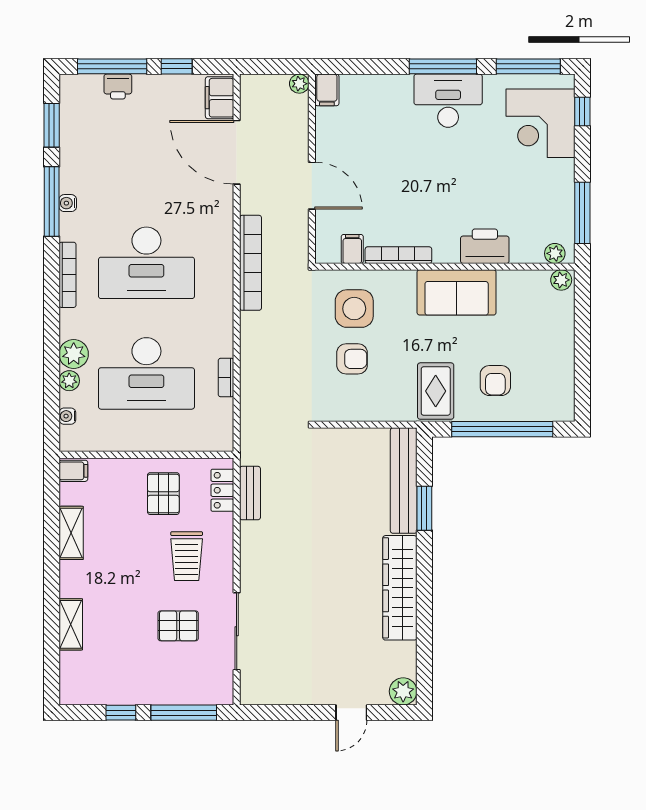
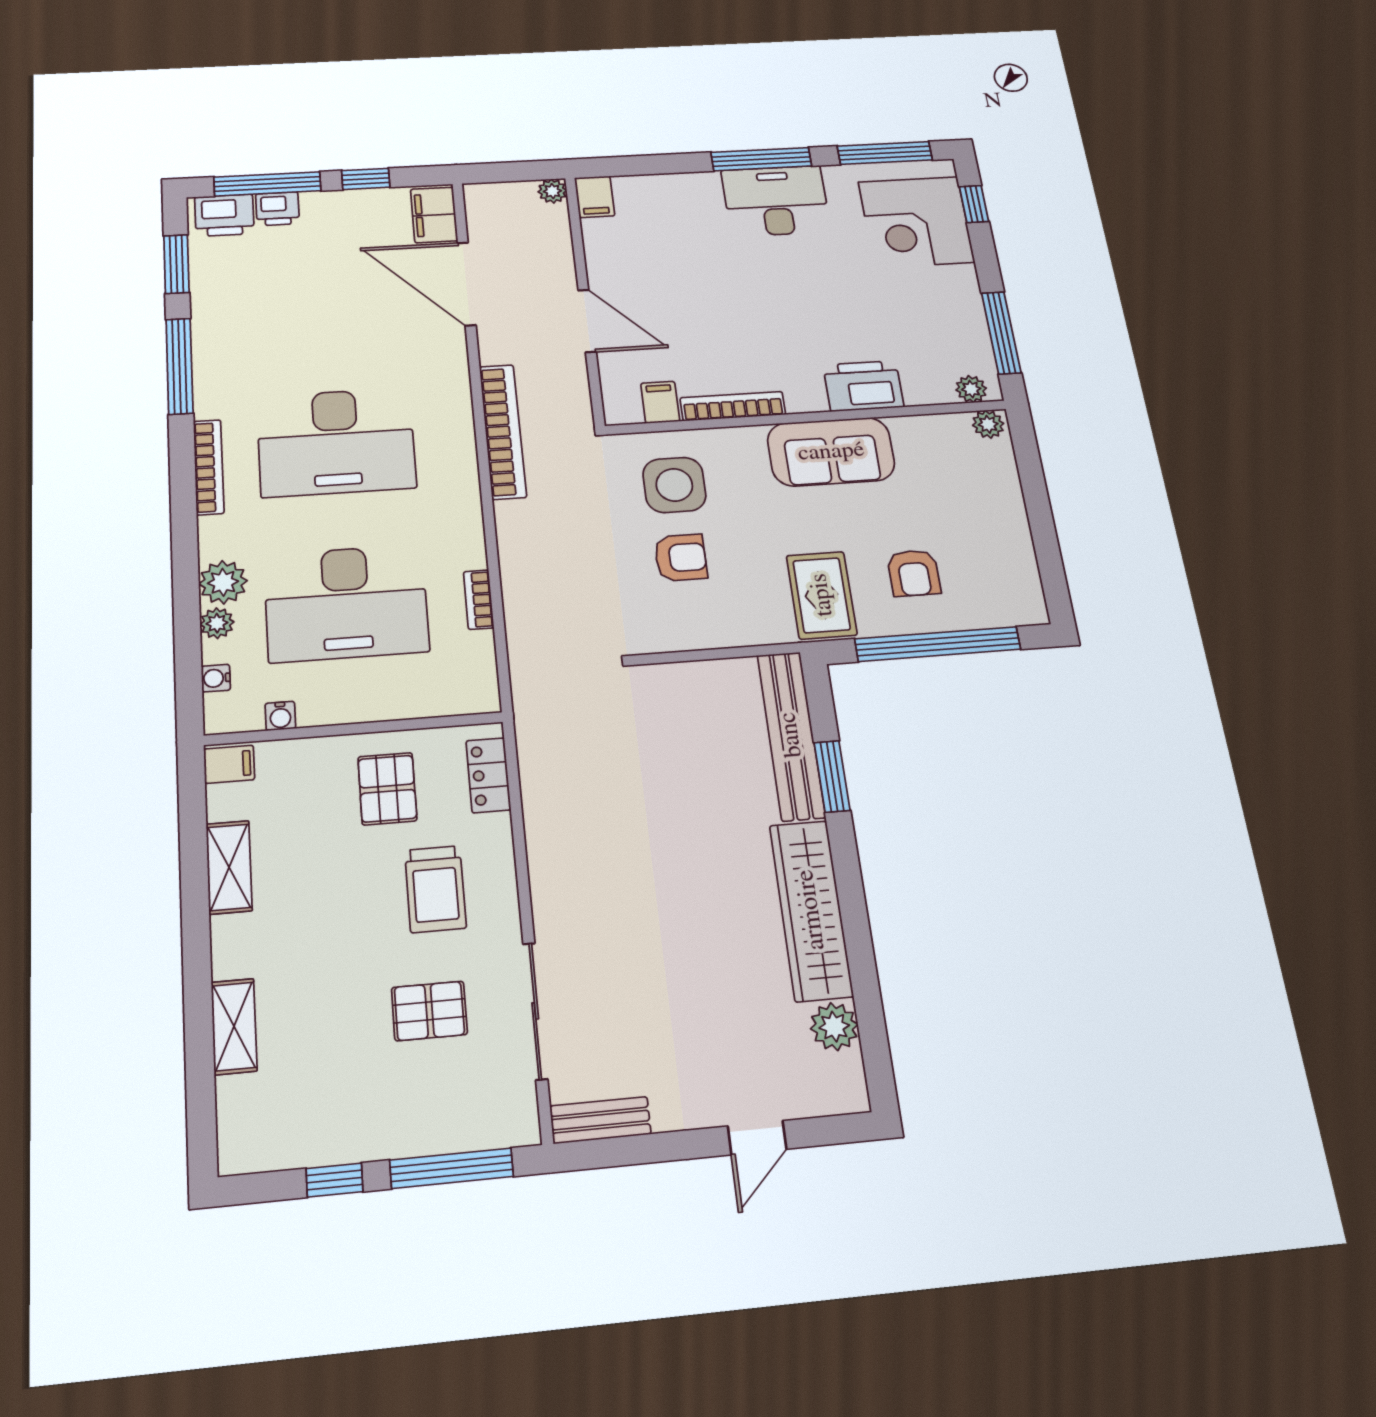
printer: (83, 89) -> (224, 215), added
water cooler: (68, 203) -> (280, 716), moved, turned -90
bench: (250, 493) -> (600, 1120), moved, turned 90
plant: (403, 691) -> (834, 1027), moved

